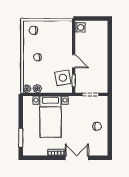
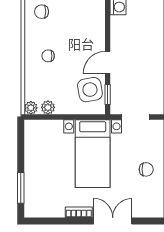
door: (74, 61) -> (108, 62), swing flipped
bed with nightstands: (50, 117) -> (93, 154), moved

